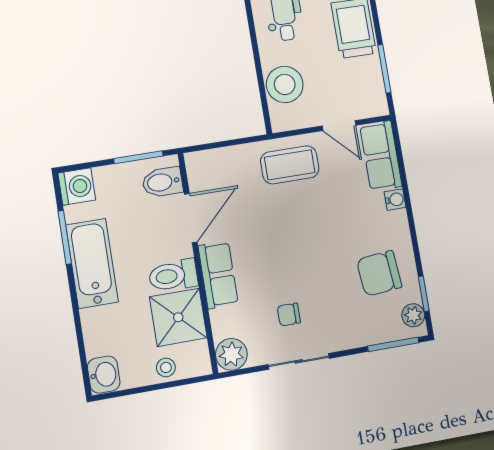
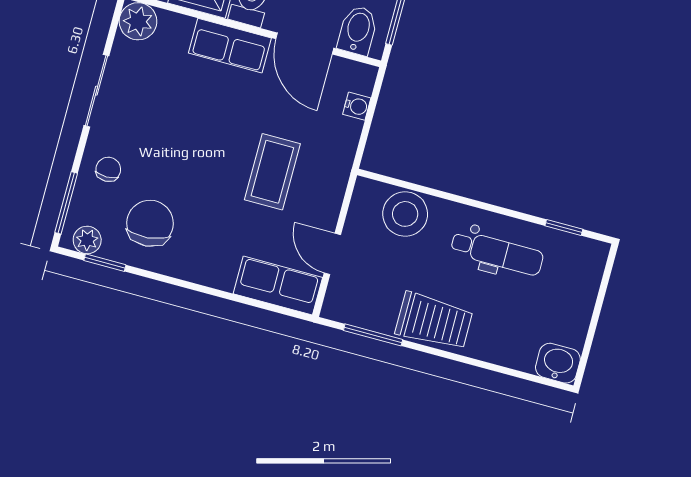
door: (339, 126) -> (332, 254), hinge flipped
coffee table: (290, 165) -> (272, 172), moved
water cooler: (395, 200) -> (357, 106), moved, turned -90
chair: (289, 315) -> (108, 169), moved

